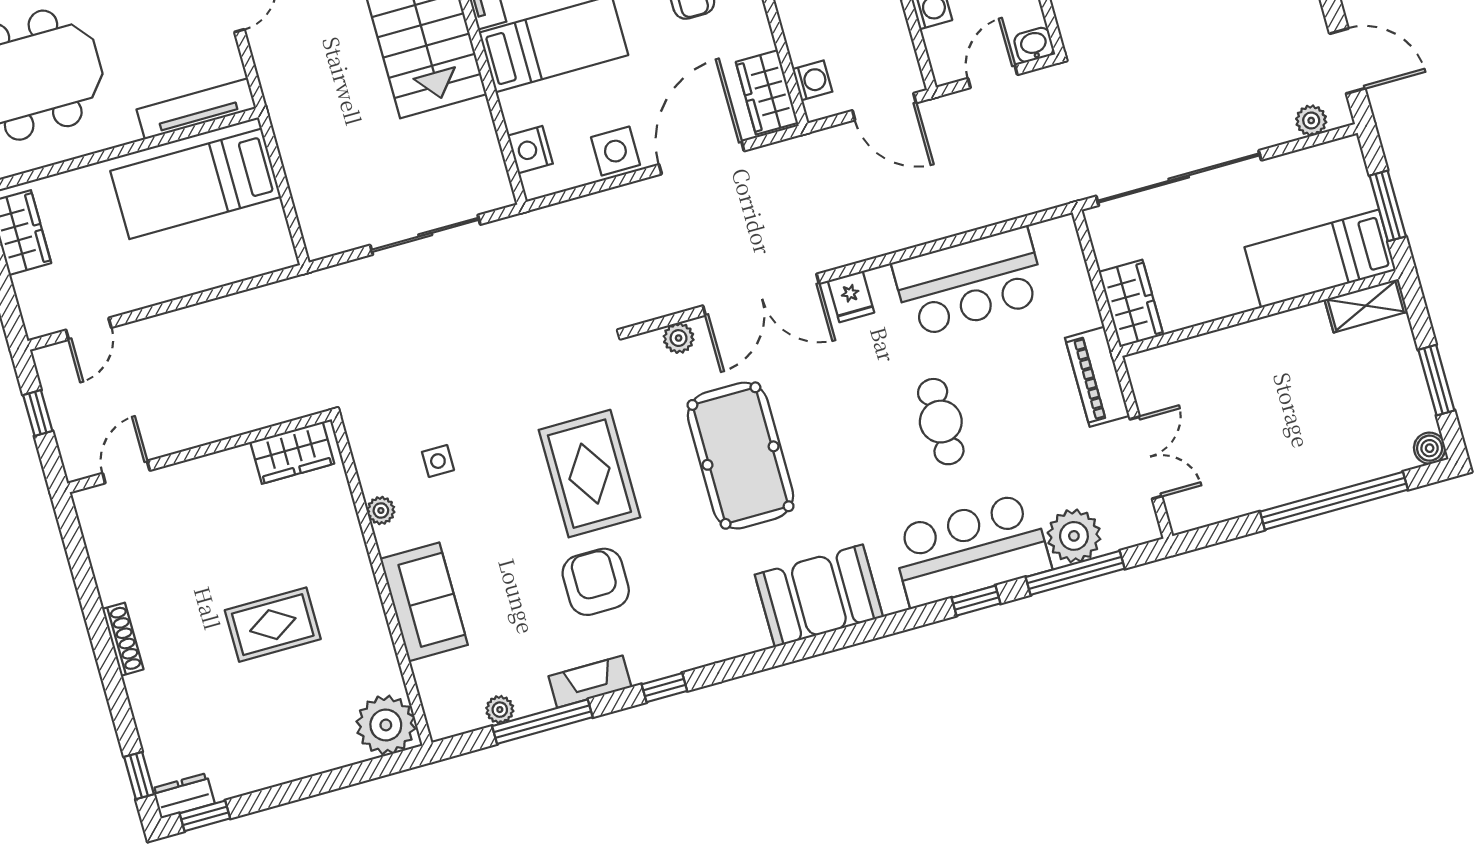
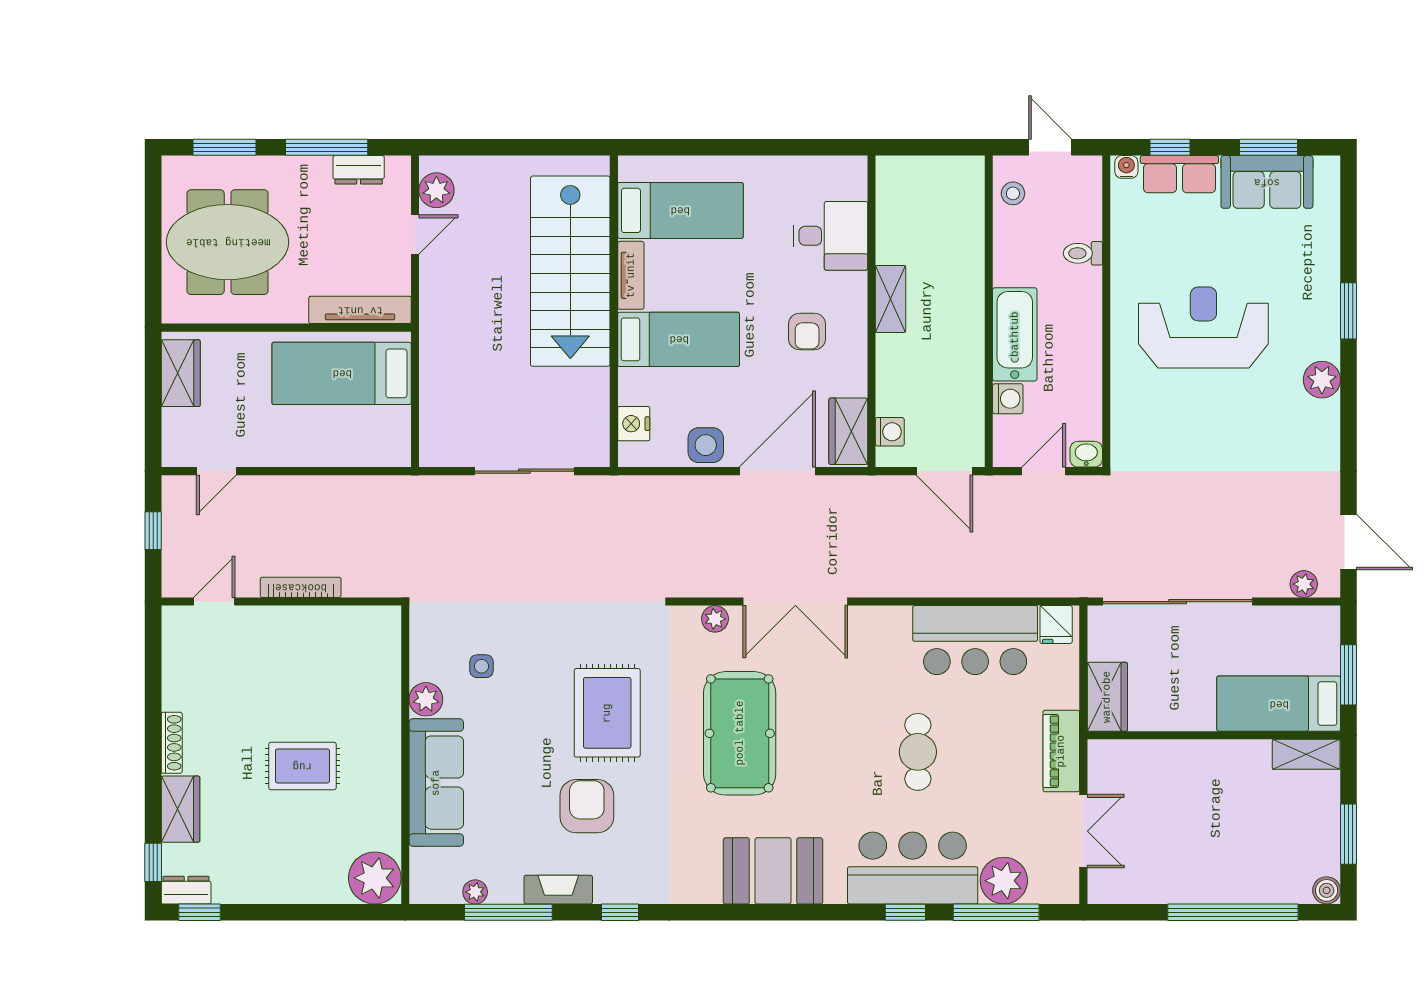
fridge: (851, 297) -> (1056, 625), moved
bookcase: (216, 430) -> (301, 587), added
wardrobe: (292, 453) -> (181, 809), moved, turned -90
plant: (381, 510) -> (426, 699), width x1.38, depth x1.38
sofa: (424, 602) -> (436, 783), width x1.36

